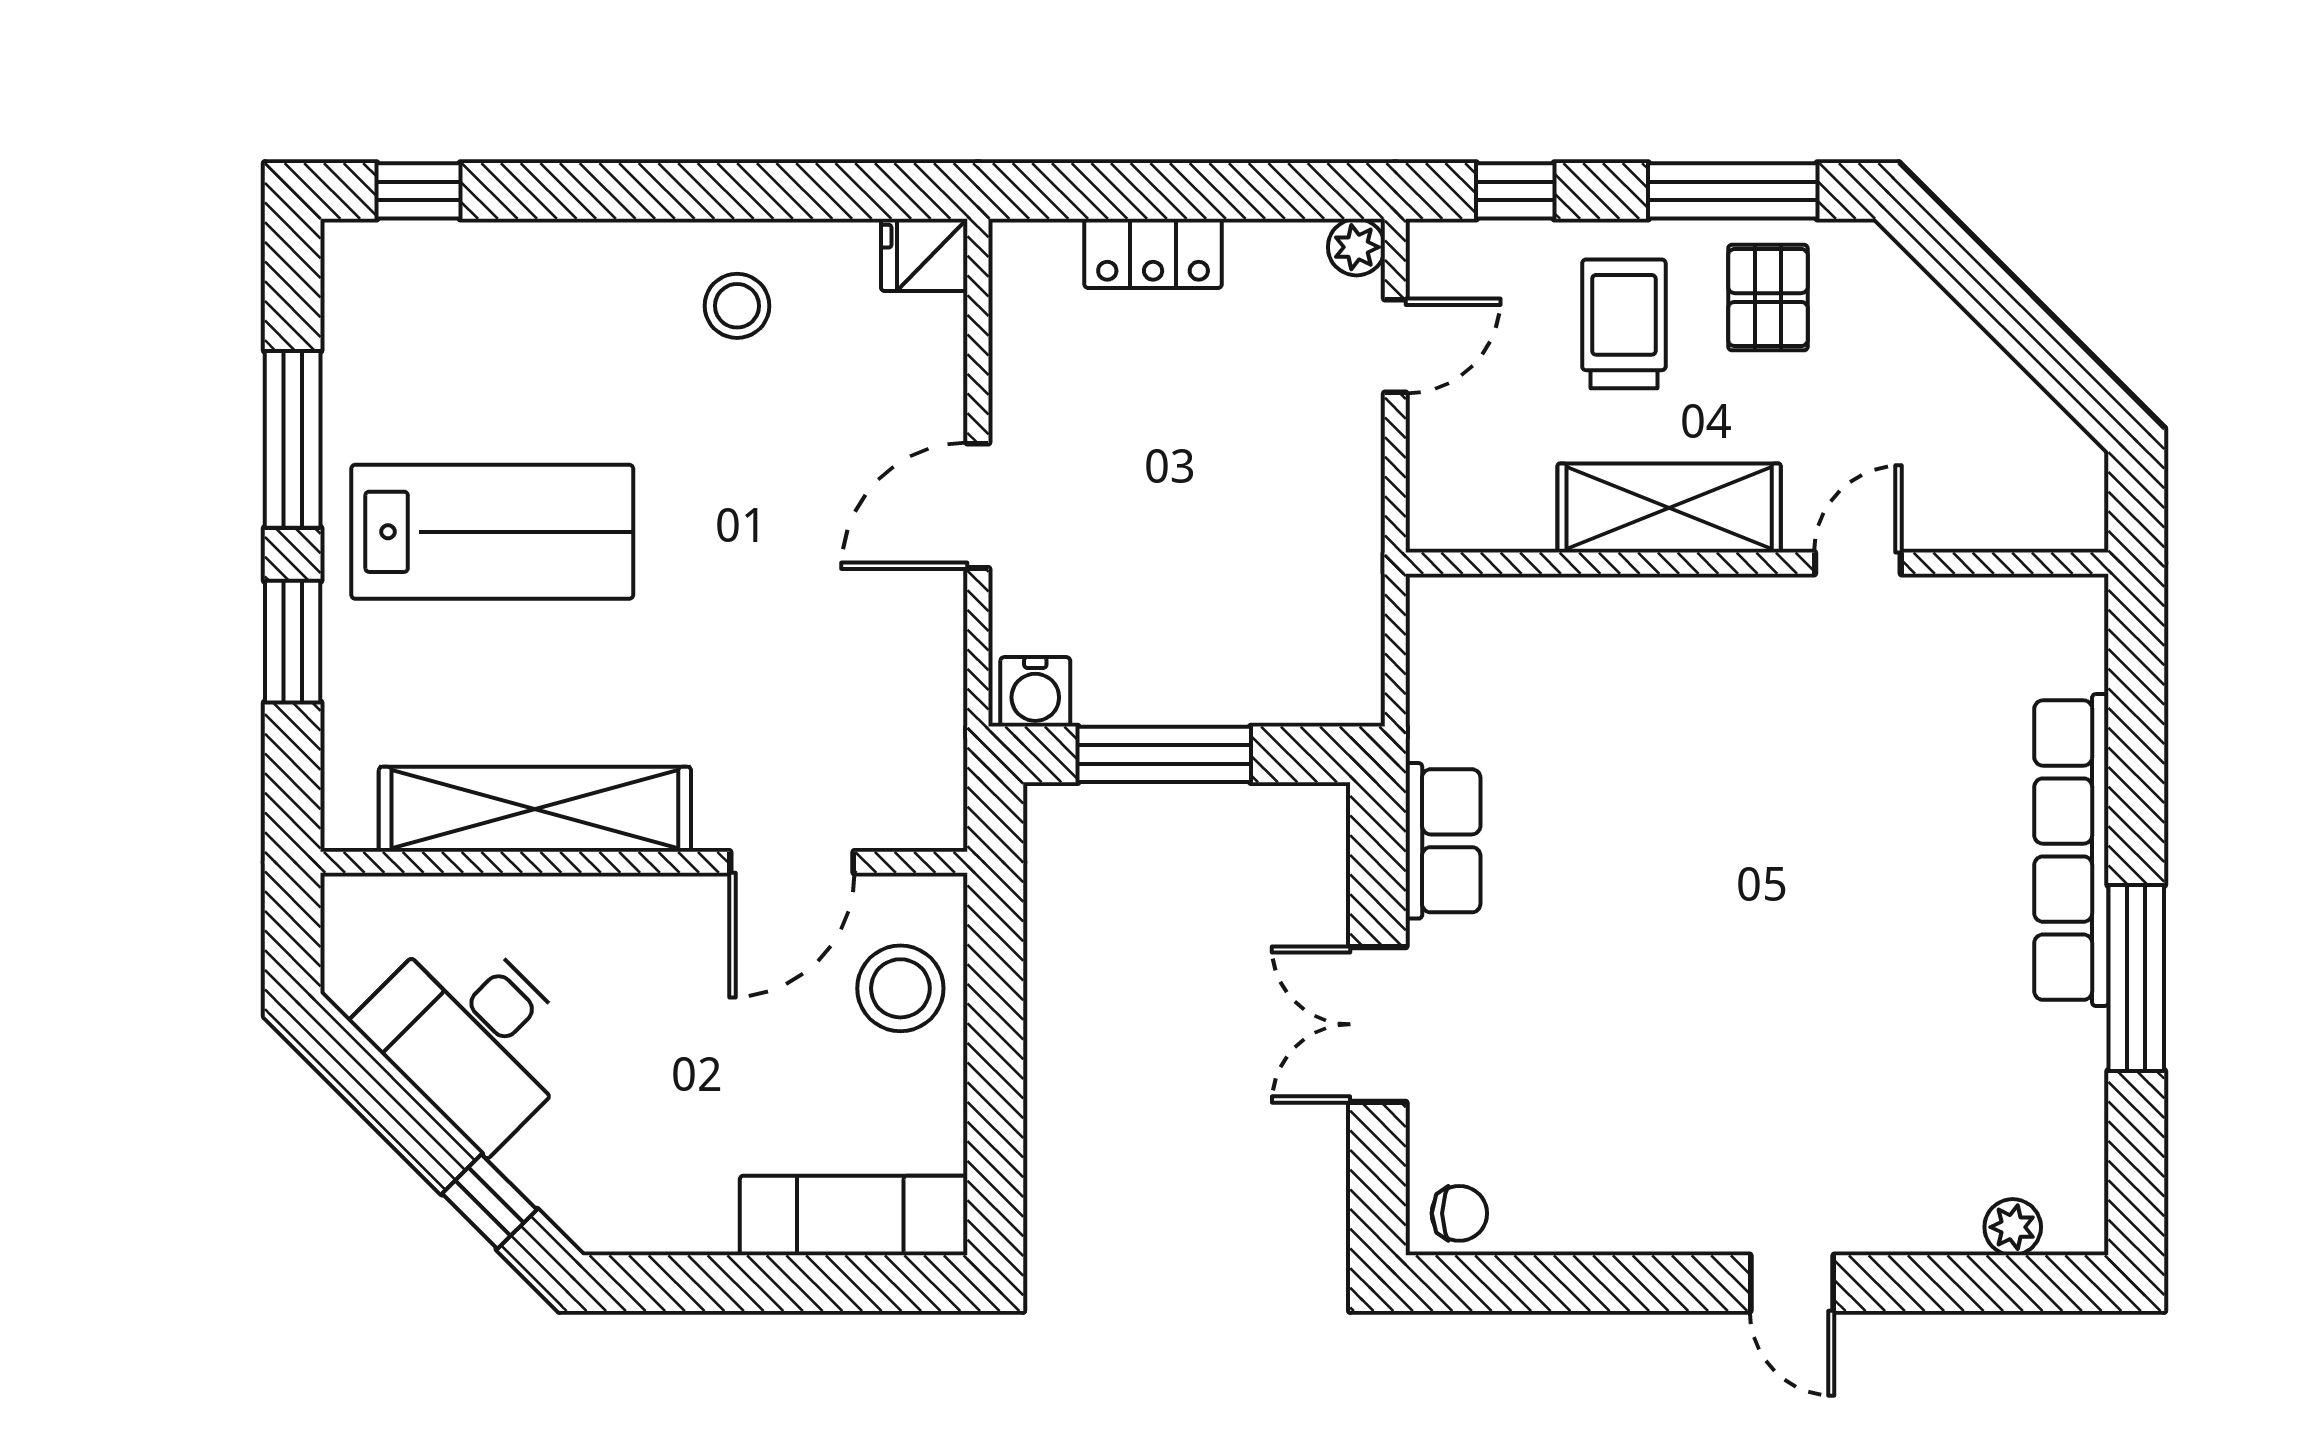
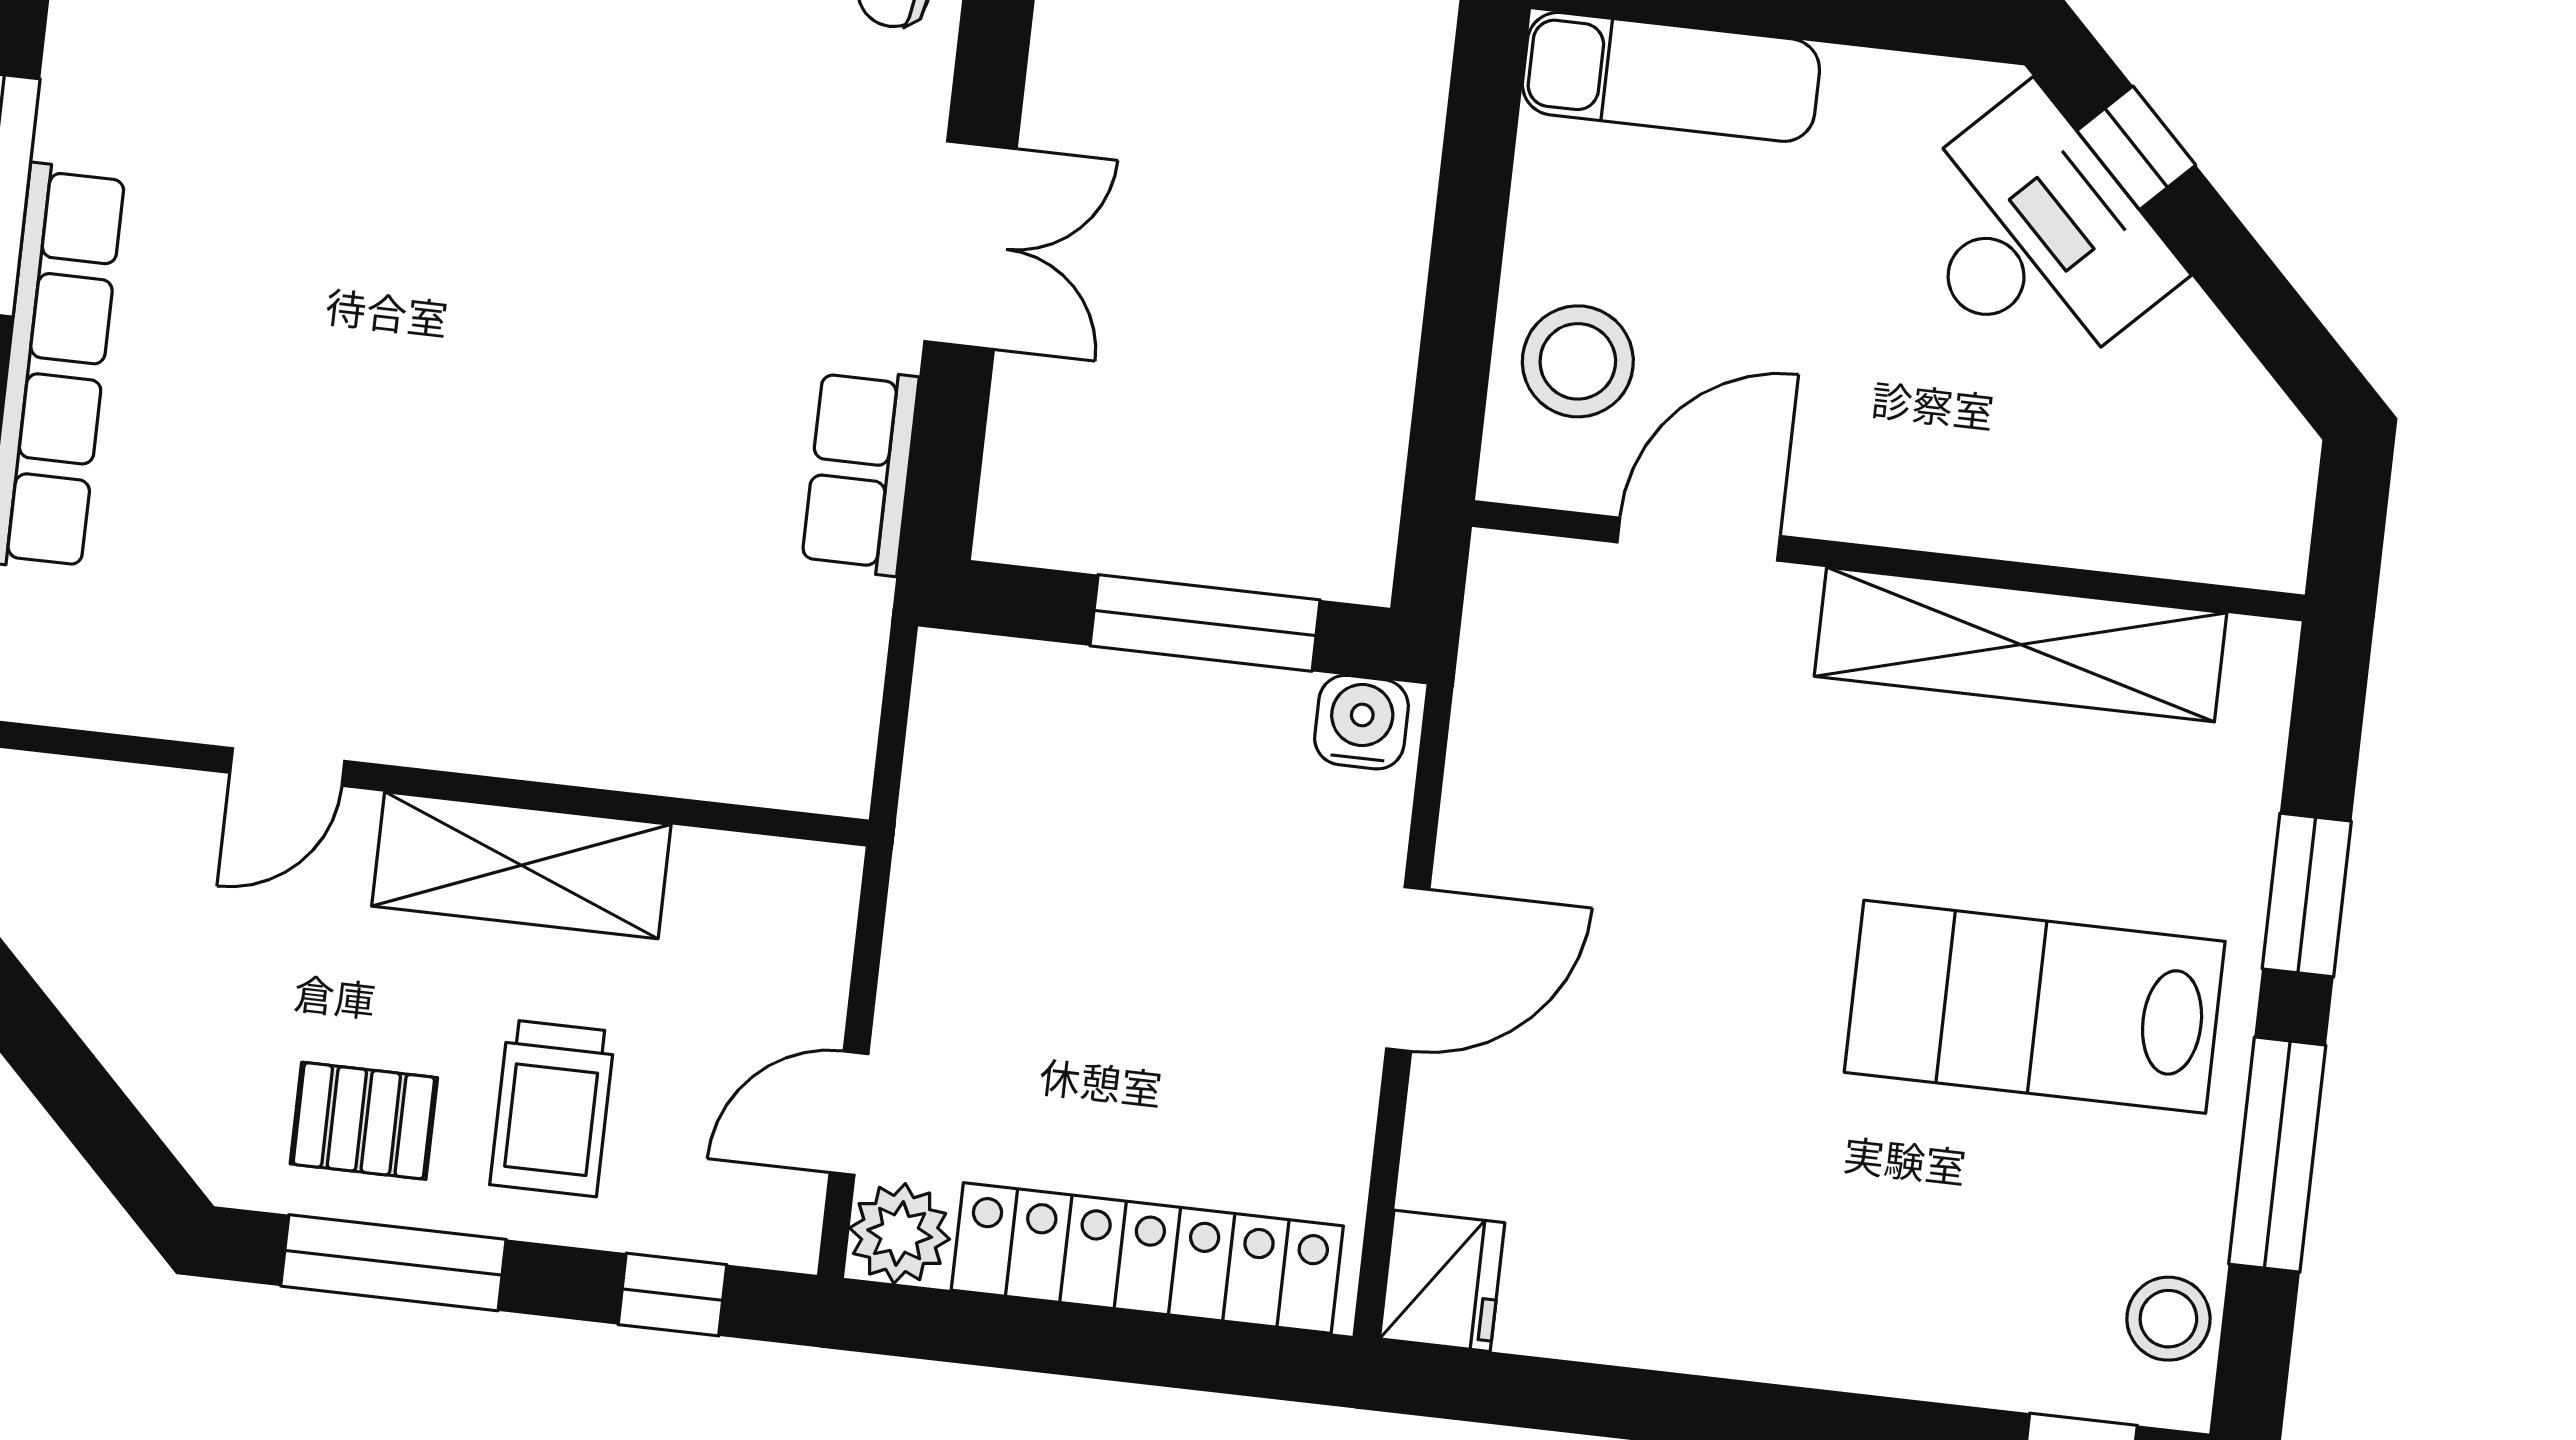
plant: (1356, 247) -> (900, 1233), width x1.38, depth x1.38
locker: (1153, 253) -> (1147, 1258), width x2.16, depth x1.21
fridge: (924, 255) -> (1442, 1281), width x1.38
pallet: (1768, 298) -> (364, 1121), turned 90
stool: (737, 306) -> (2168, 1319), moved
desk: (472, 1036) -> (2034, 238), moved

